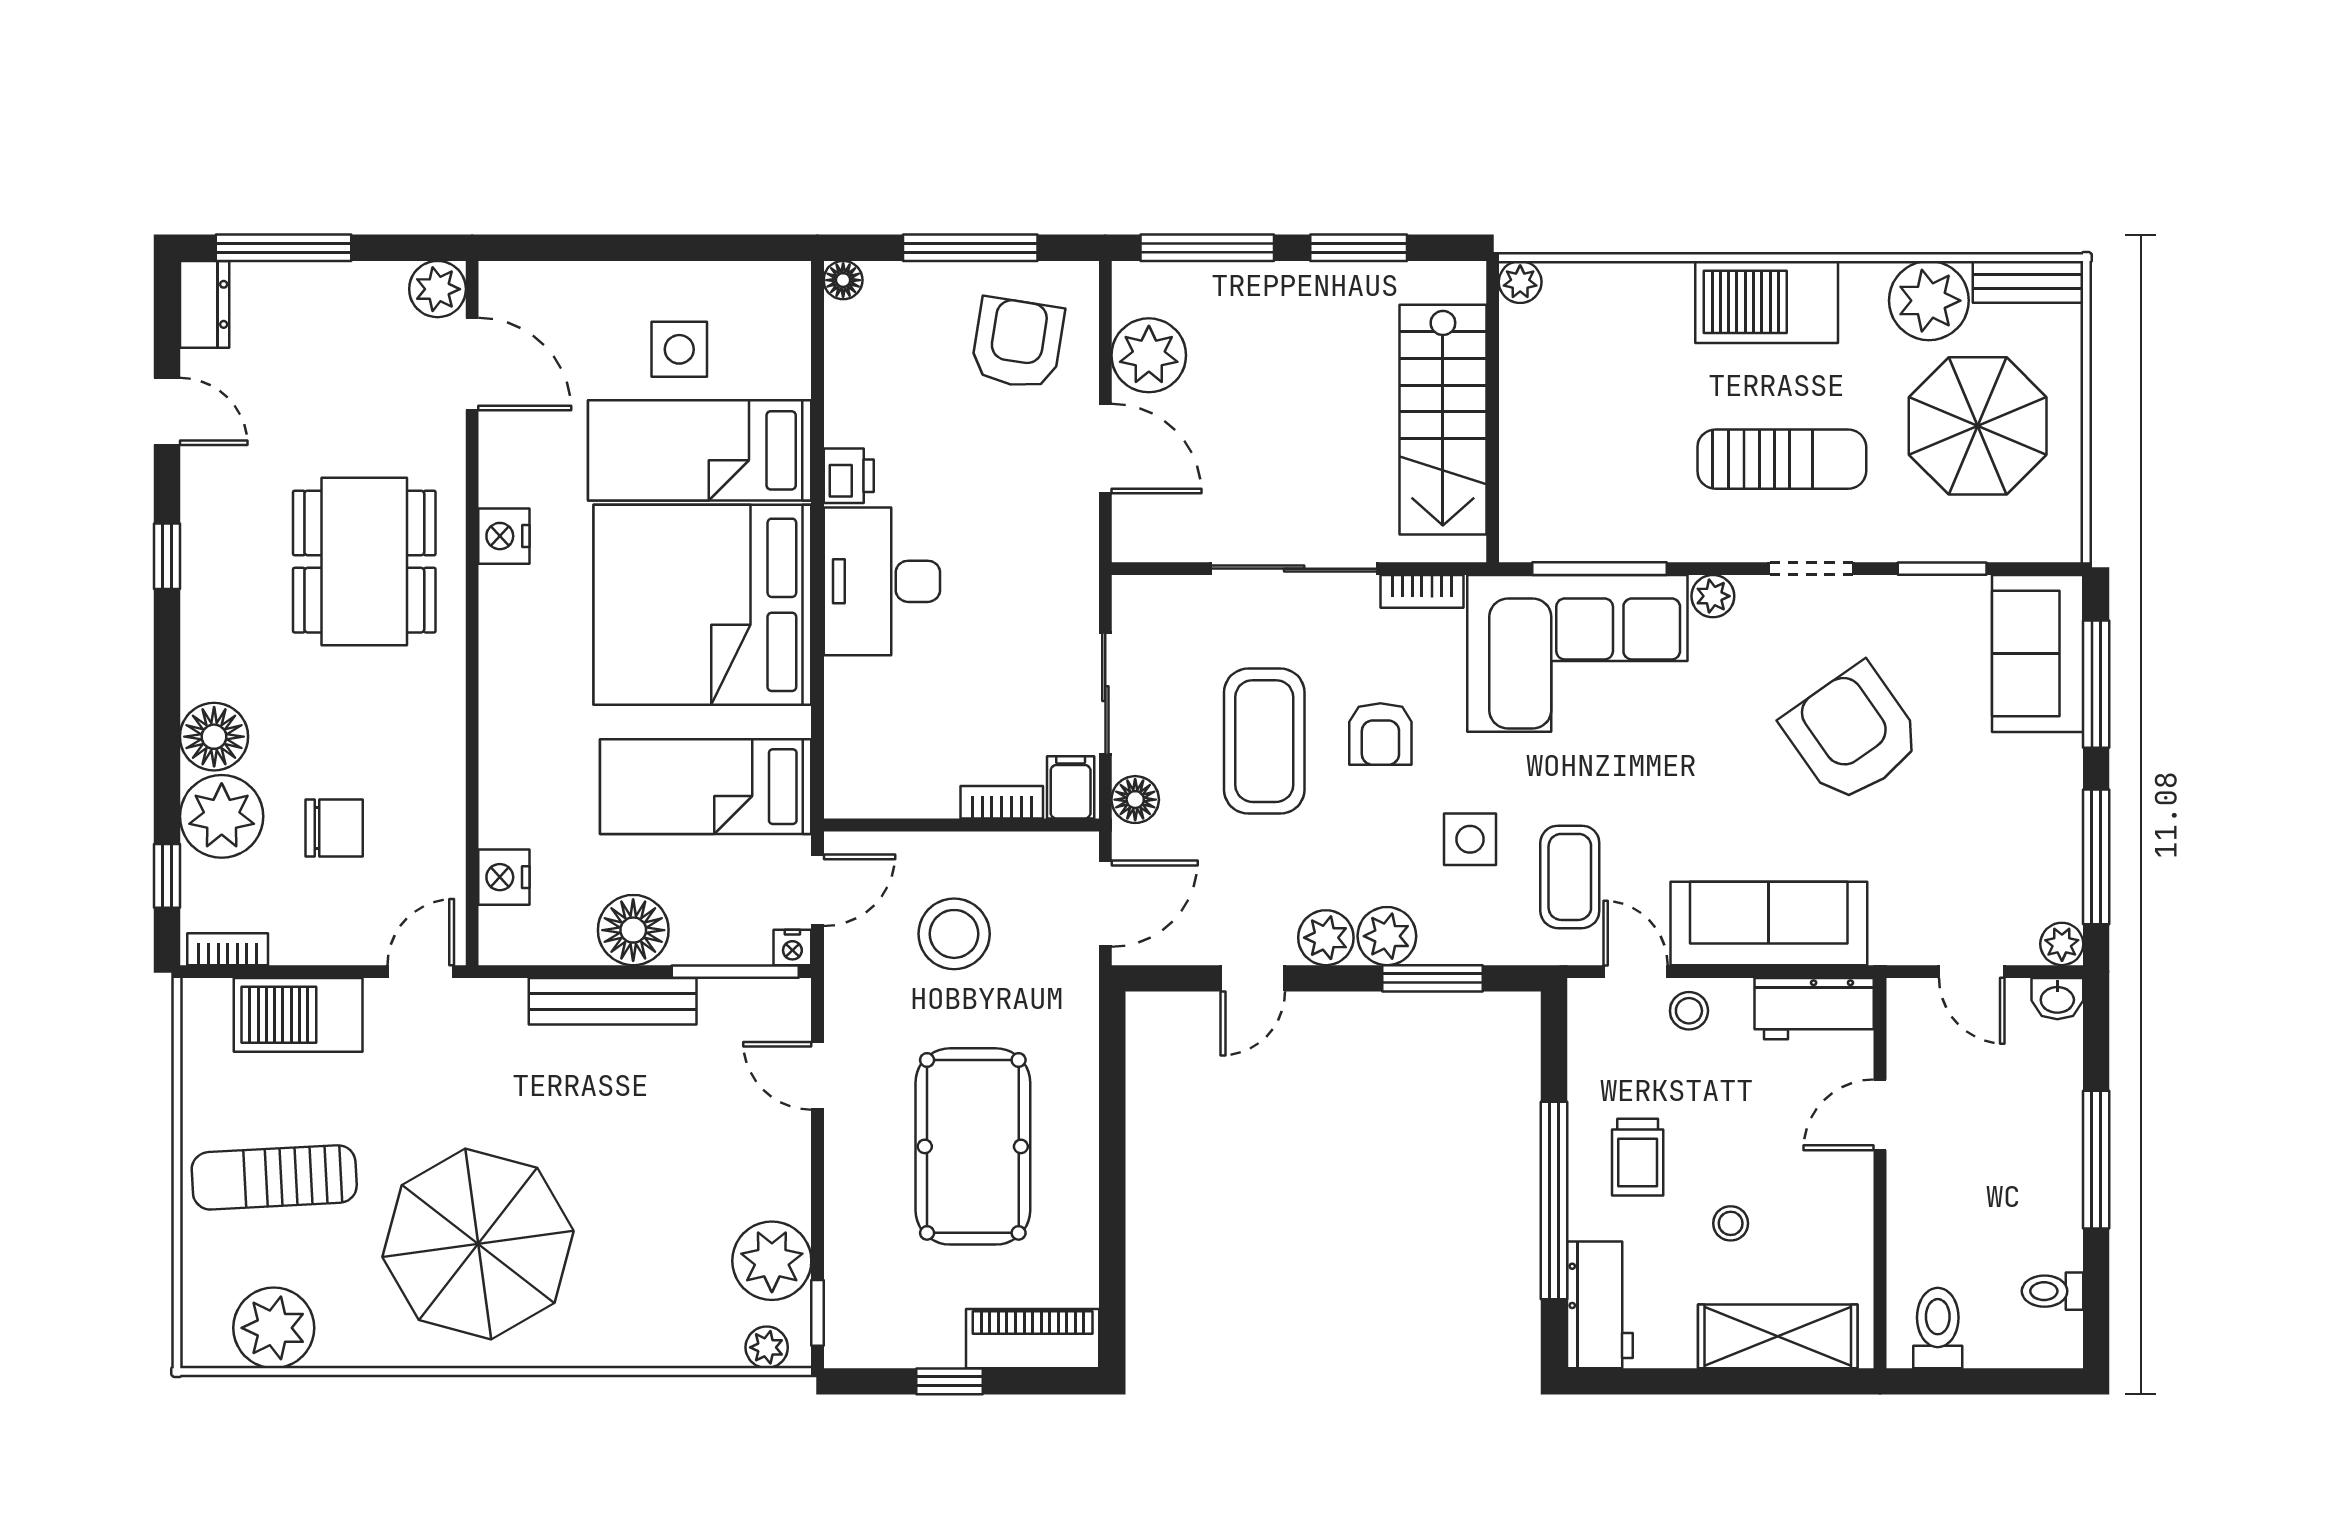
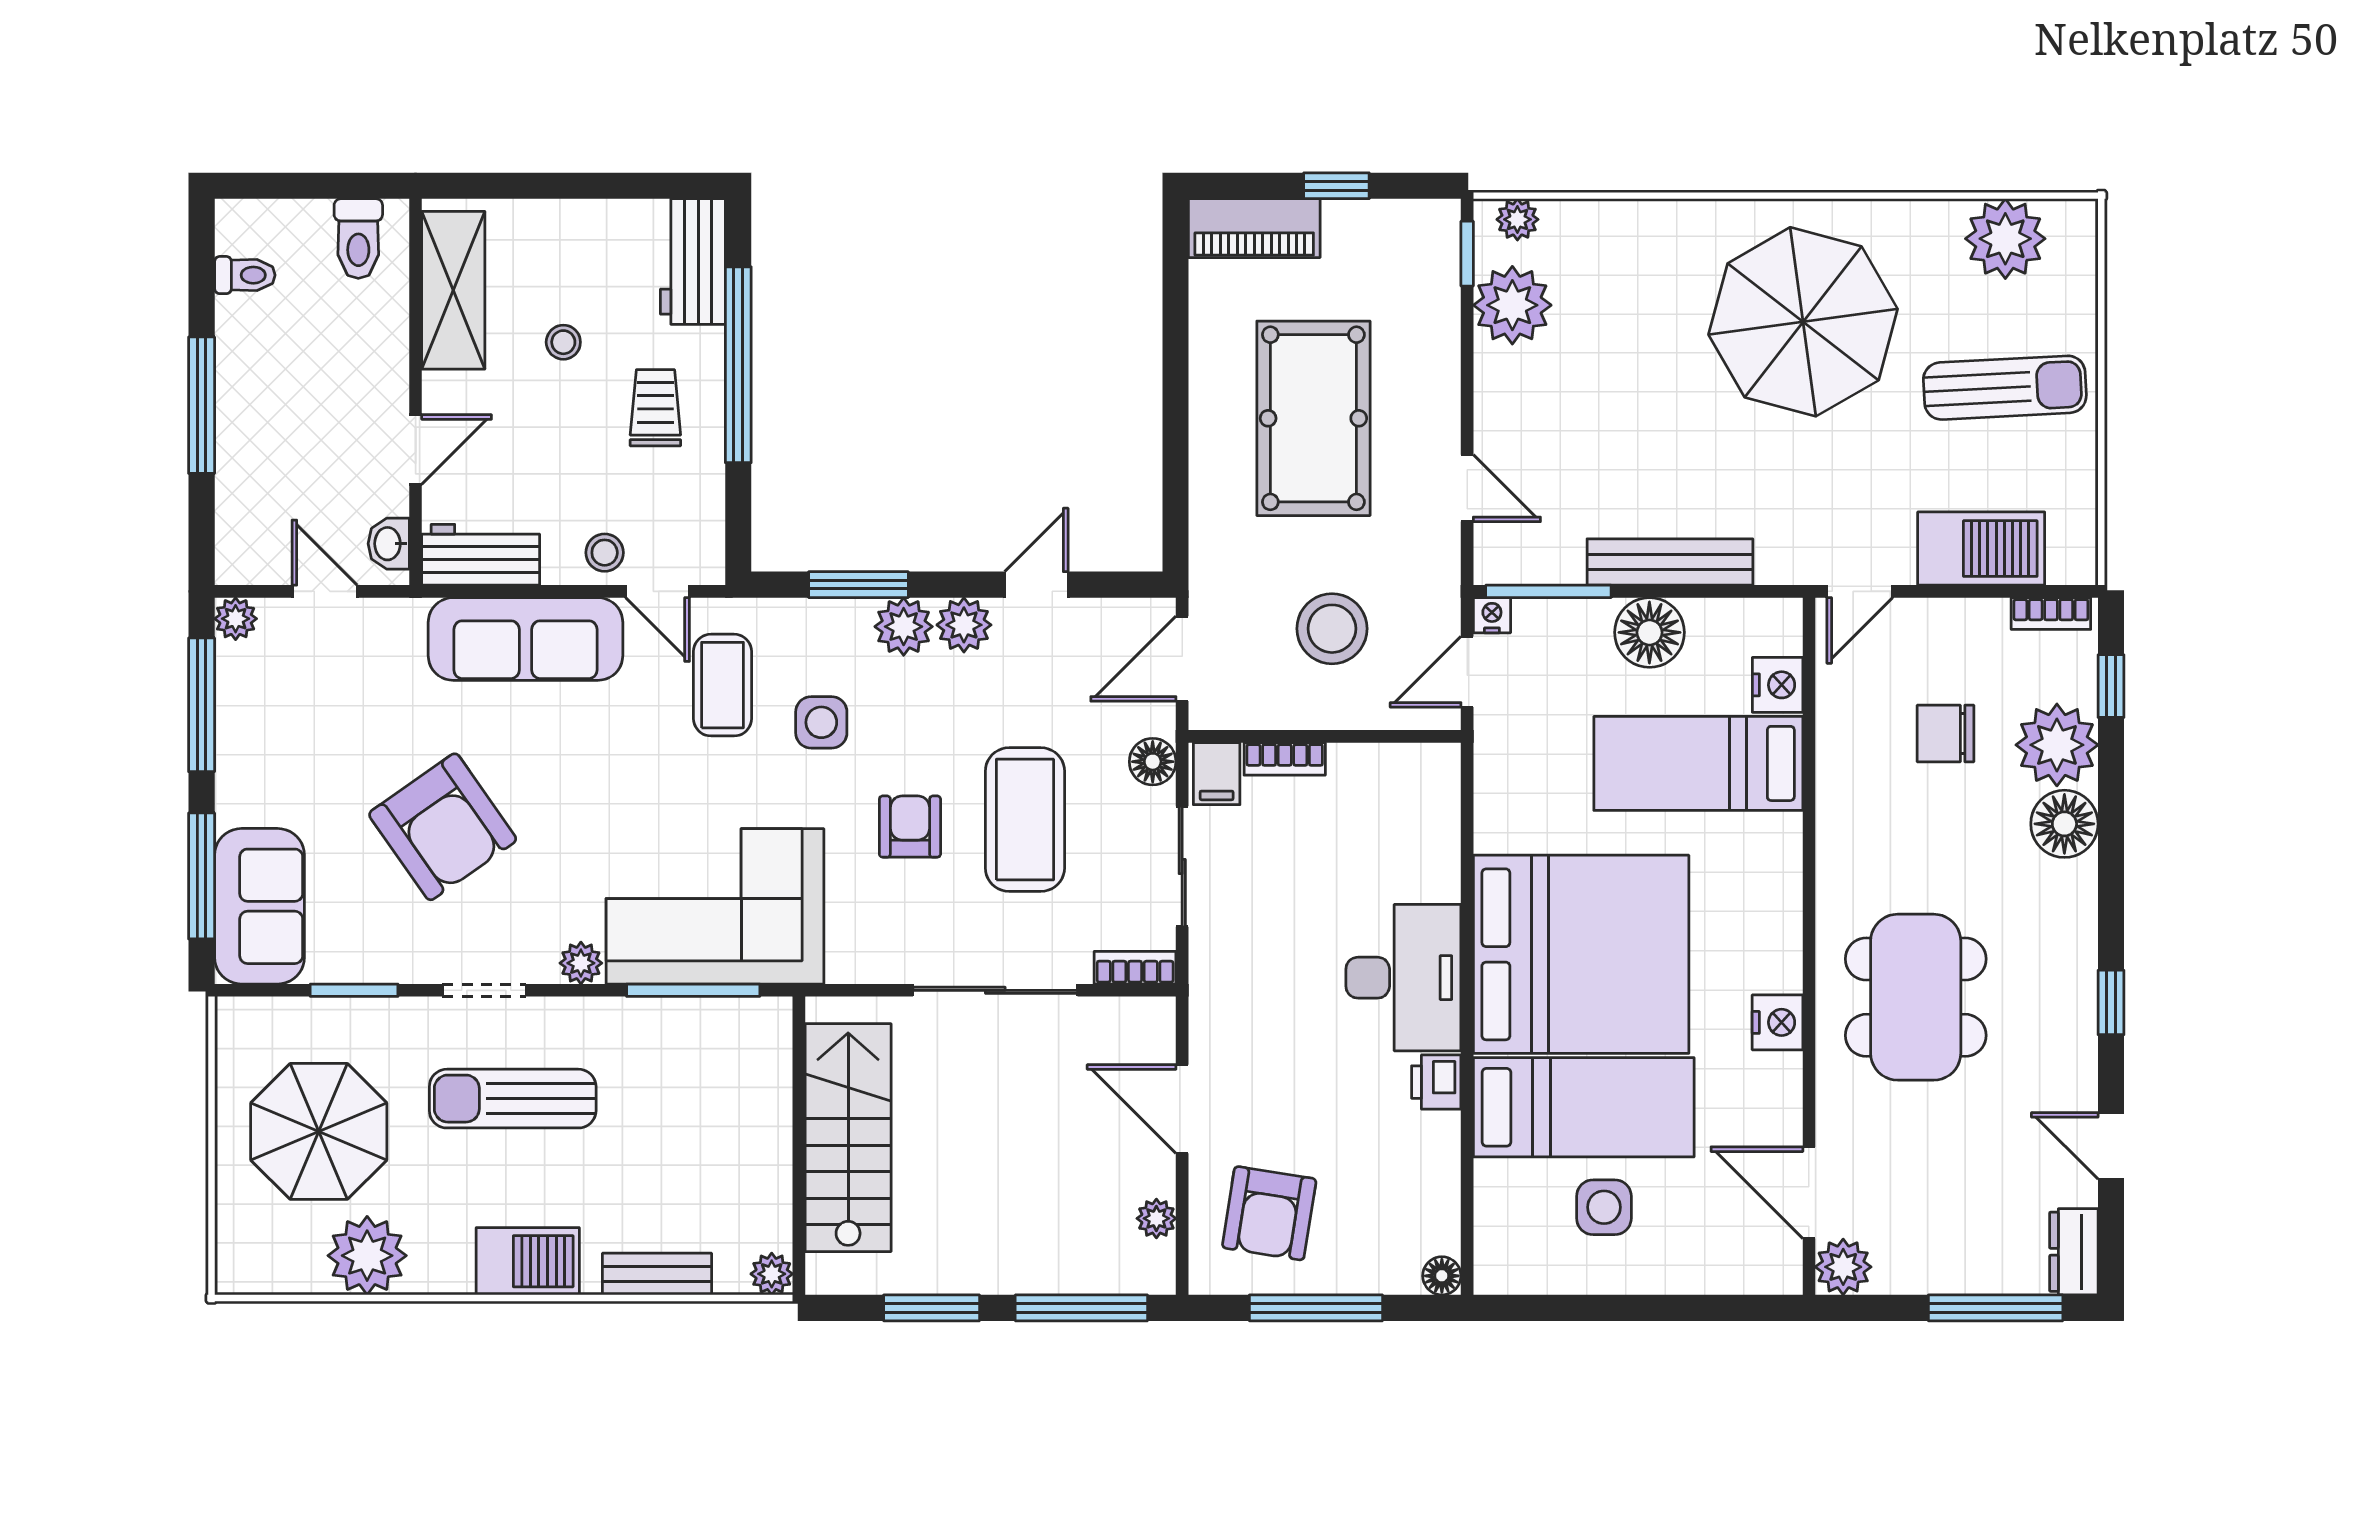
bench: (2028, 282) -> (657, 1274), moved
barbecue: (1767, 302) -> (528, 1261), width x0.73, depth x0.83
plant: (1149, 355) -> (1156, 1218), width x0.53, depth x0.53
bookcase: (1422, 591) -> (1135, 968), moved
bed: (706, 787) -> (1698, 763), moved, turned 180
washbasin: (2057, 999) -> (389, 544), moved, turned -90
shelving: (1778, 1336) -> (453, 290), moved, turned 90

